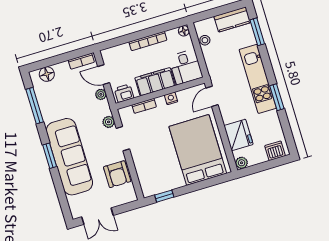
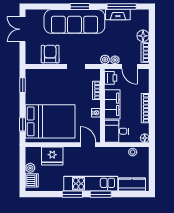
kitchen counter: (232, 19) -> (132, 184), moved, turned 90
window: (257, 32) -> (101, 194), moved
floor lamp: (47, 74) -> (143, 36), moved
door: (104, 75) -> (130, 67), swing flipped
fireplace: (46, 107) -> (118, 15), added
plant: (109, 122) -> (105, 60), moved
plant: (242, 163) -> (30, 168), moved
armchair: (117, 174) -> (50, 54), turned 90
window: (211, 182) -> (23, 124), added

